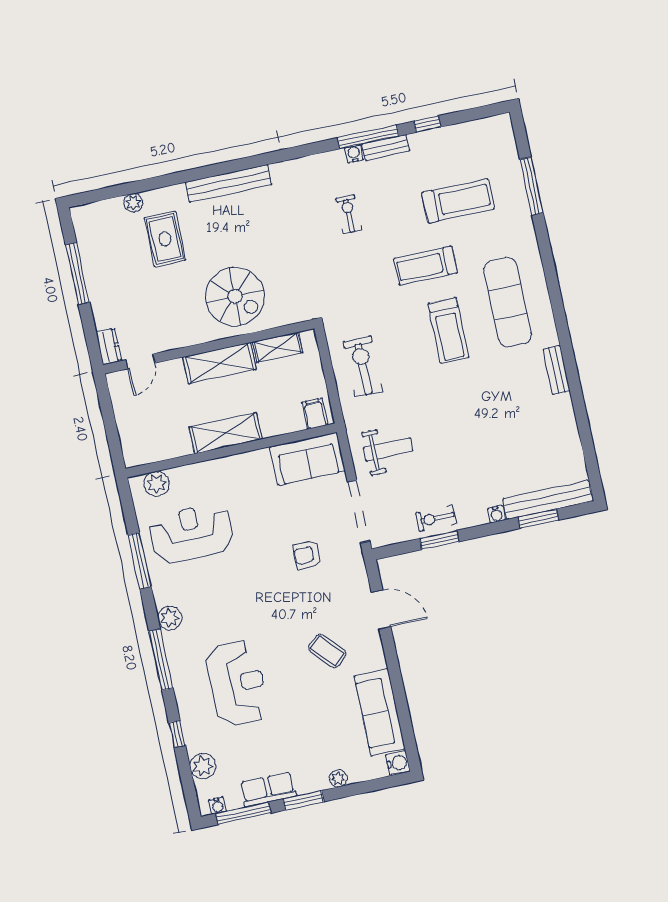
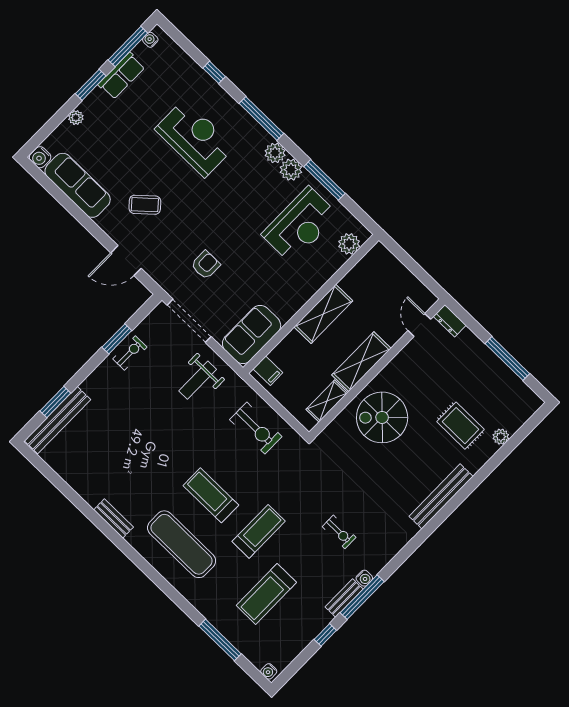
water cooler: (496, 514) -> (269, 671), moved, turned -90
reception desk: (237, 683) -> (195, 138), turned 180
plant: (203, 766) -> (291, 170), moved

